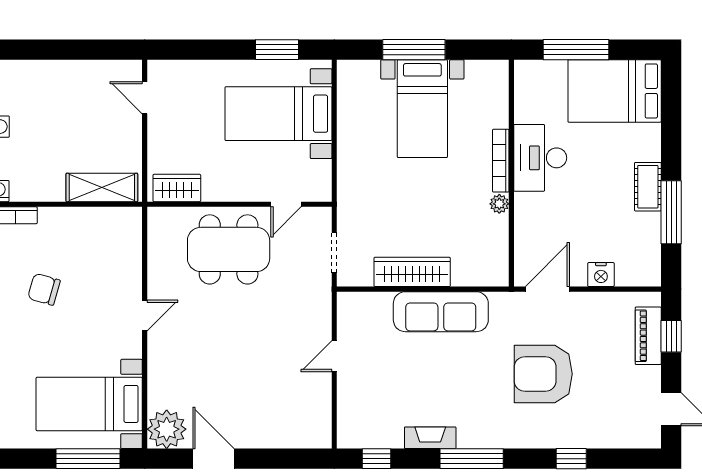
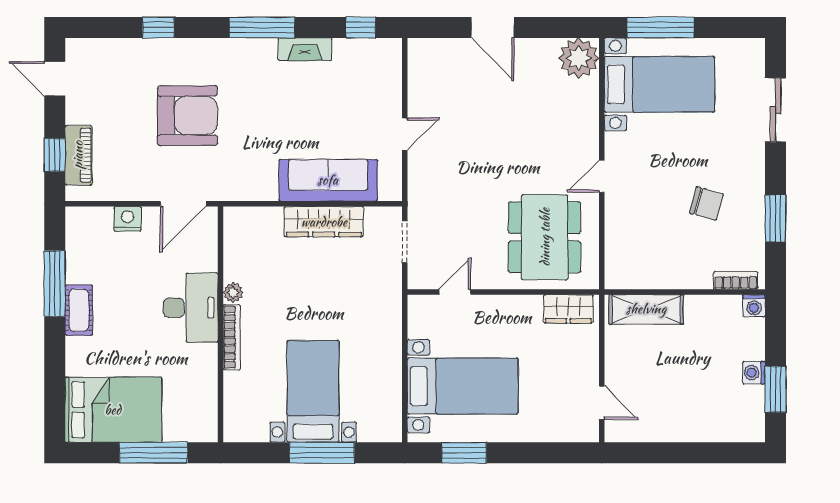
desk: (540, 158) -> (191, 308), moved
dining table: (229, 249) -> (545, 237), moved, turned 90
sofa: (441, 312) -> (328, 180), moved
door: (213, 459) -> (493, 27), moved

